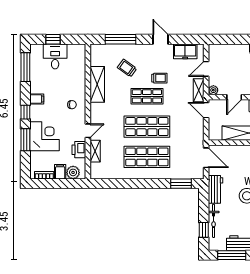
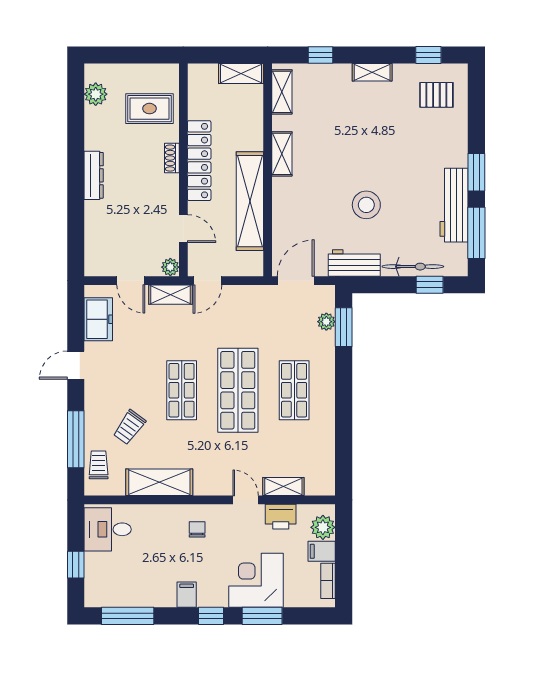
desk: (55, 56) -> (108, 529), moved
trolley: (159, 78) -> (99, 465), moved
shop shelf: (147, 157) -> (294, 390), width x0.70, depth x0.74
plant: (184, 174) -> (326, 322), added

